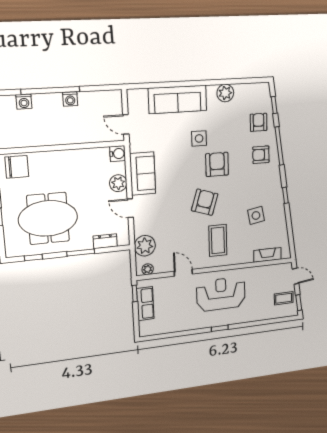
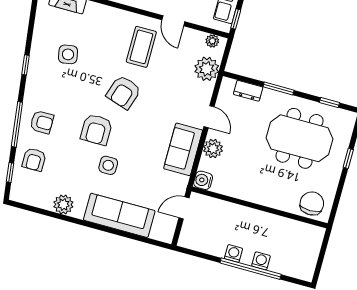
washing machine: (24, 102) -> (261, 261), moved
door: (126, 124) -> (184, 208), swing flipped
chair: (17, 167) -> (312, 203), turned 90
coffee table: (218, 240) -> (141, 47), moved

